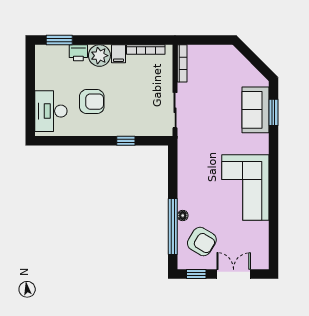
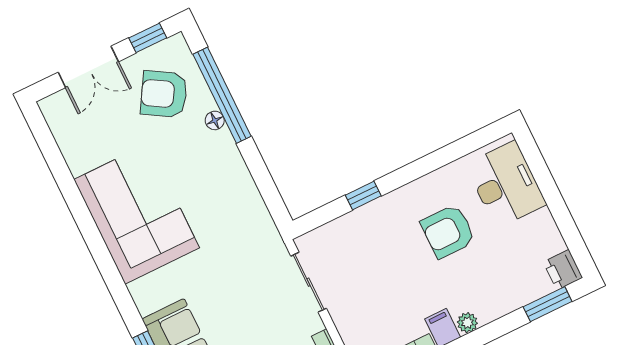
printer: (78, 53) -> (563, 270), moved, turned -90
plant: (99, 56) -> (467, 323), width x0.53, depth x0.53

